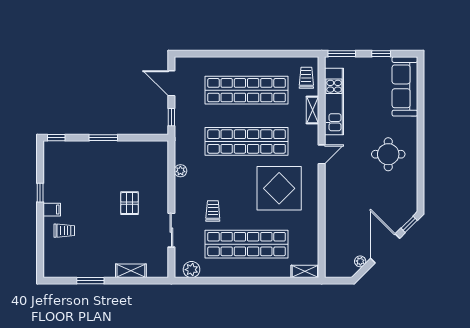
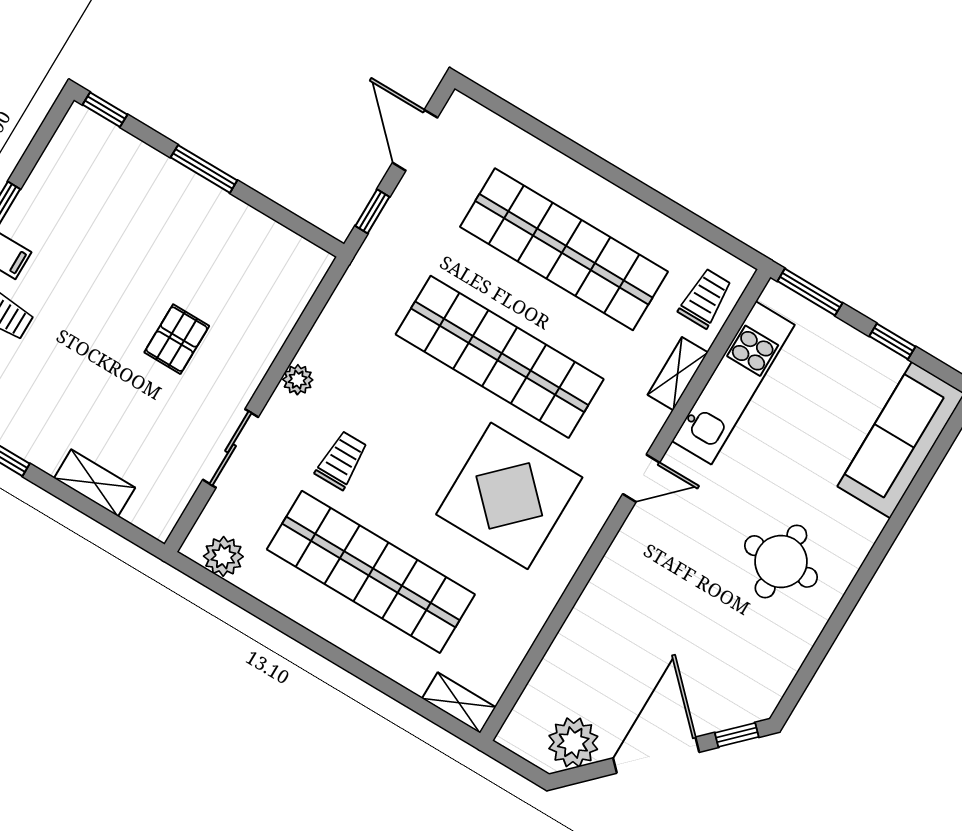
plant: (180, 171) -> (298, 380), moved
plant: (360, 261) -> (573, 742), width x1.88, depth x1.88

